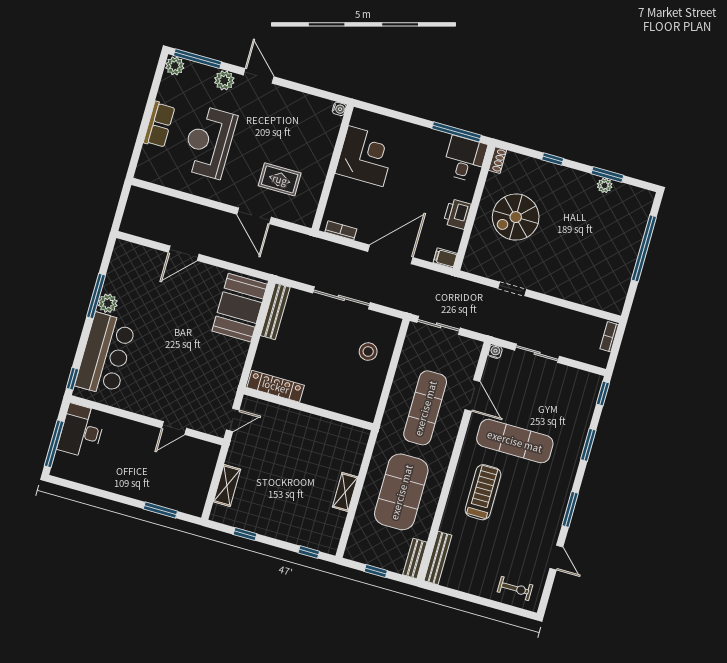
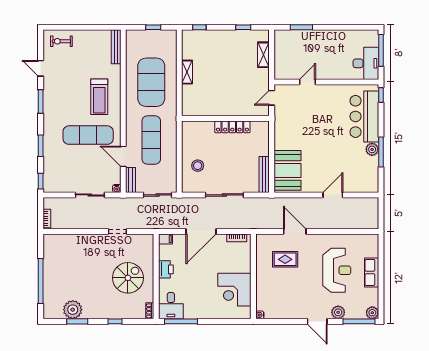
plant: (605, 185) -> (73, 310), width x1.88, depth x1.88
locker: (276, 386) -> (232, 127), moved
bench: (415, 558) -> (131, 180), moved

